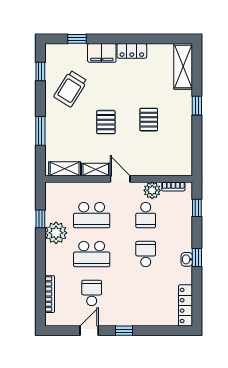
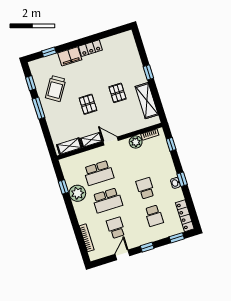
shelving: (183, 66) -> (147, 101), moved
window: (40, 131) -> (39, 108), moved
school desk: (146, 215) -> (154, 216), moved
window: (166, 331) -> (177, 238), added

